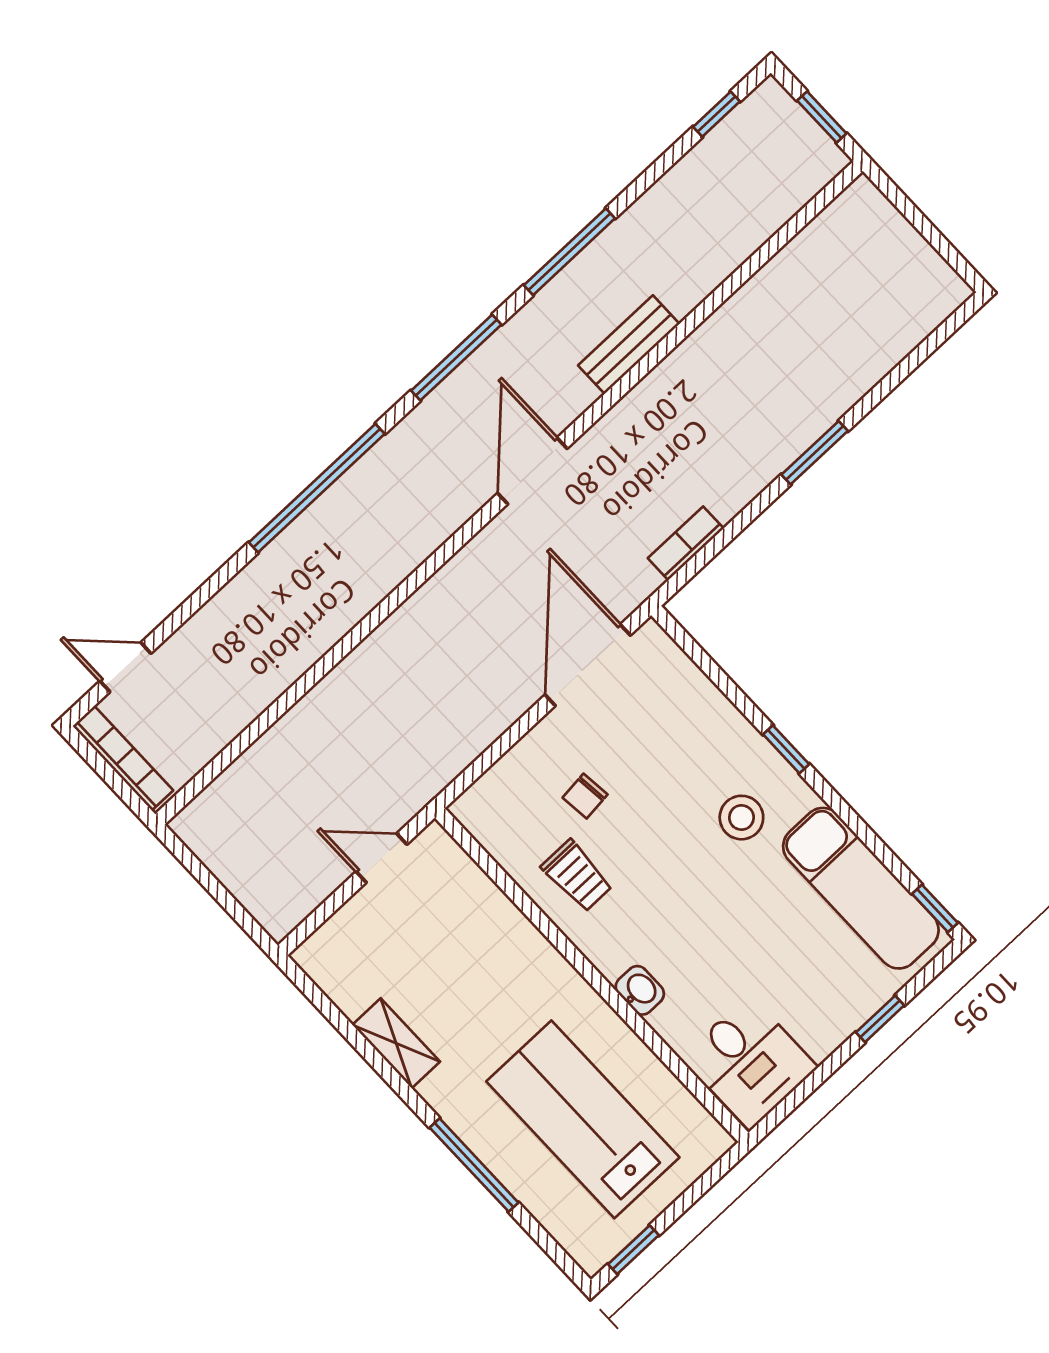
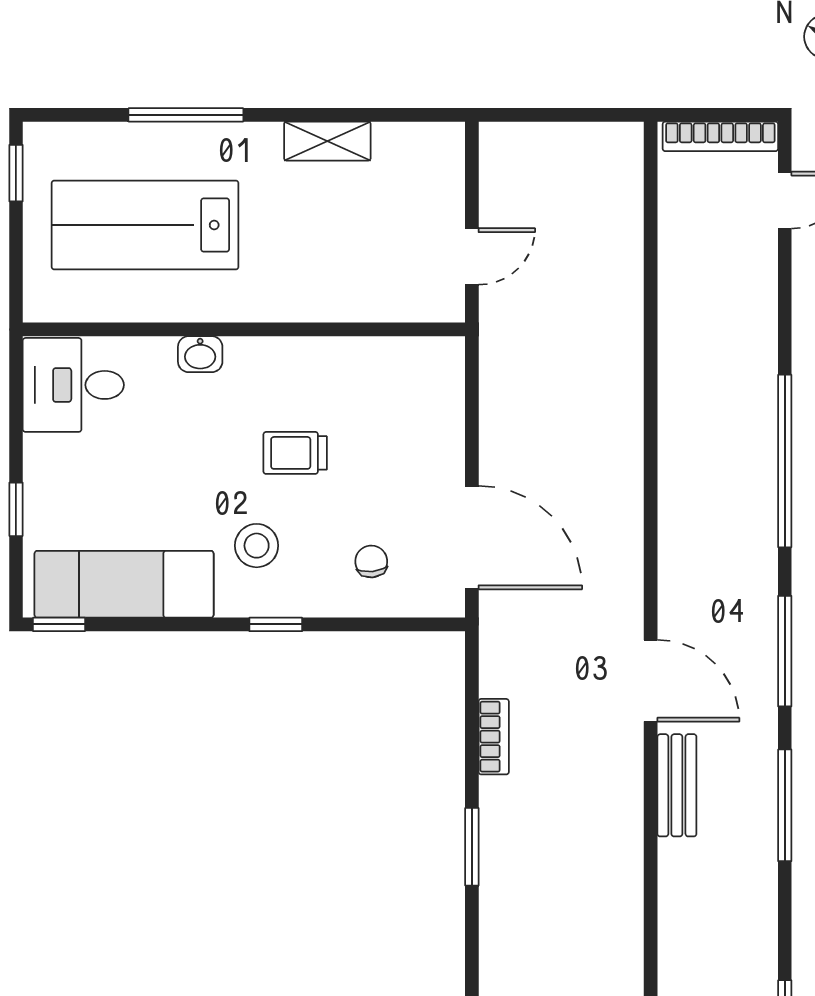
door: (532, 471) -> (651, 681), moved
bookcase: (686, 543) -> (494, 737), moved
chair: (585, 796) -> (371, 561), moved
trolley: (577, 876) -> (295, 453), moved
lab bench: (583, 1119) -> (145, 225), turned 180

